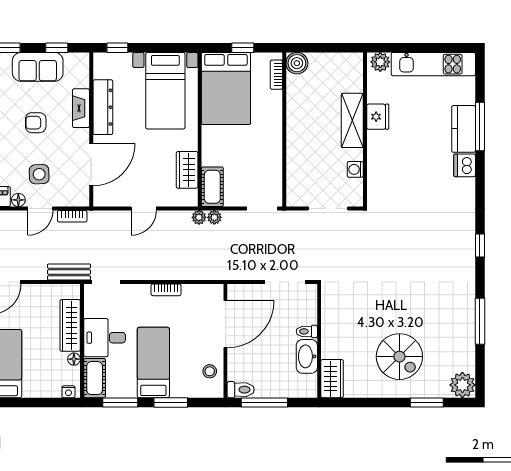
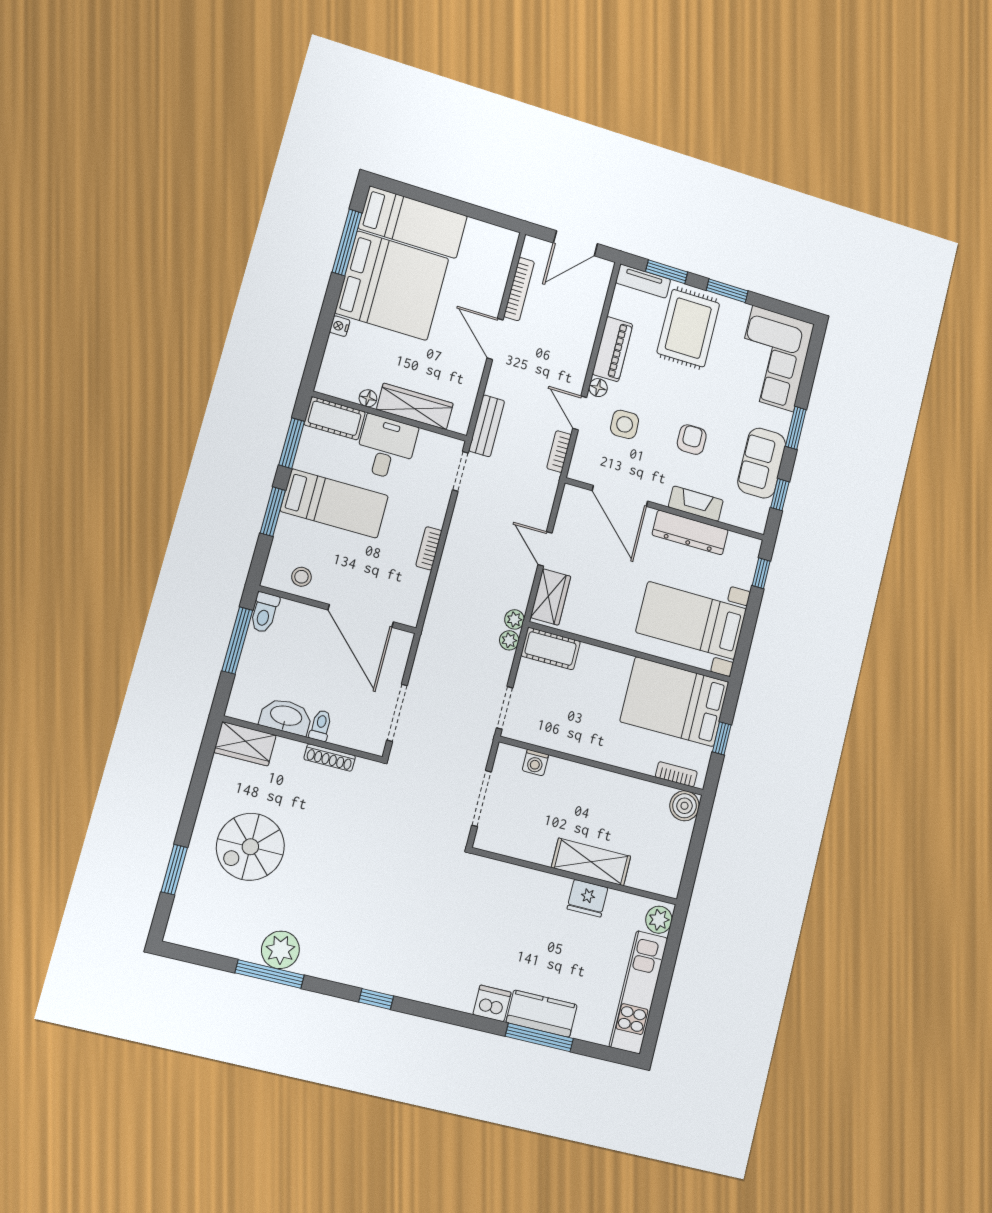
washing machine: (355, 169) -> (535, 763), moved, turned 180
wardrobe: (187, 170) -> (551, 597), moved, turned 90
shoe rack: (327, 320) -> (330, 758), added
plant: (462, 385) -> (280, 950), moved
nightstand: (68, 392) -> (340, 326), moved

